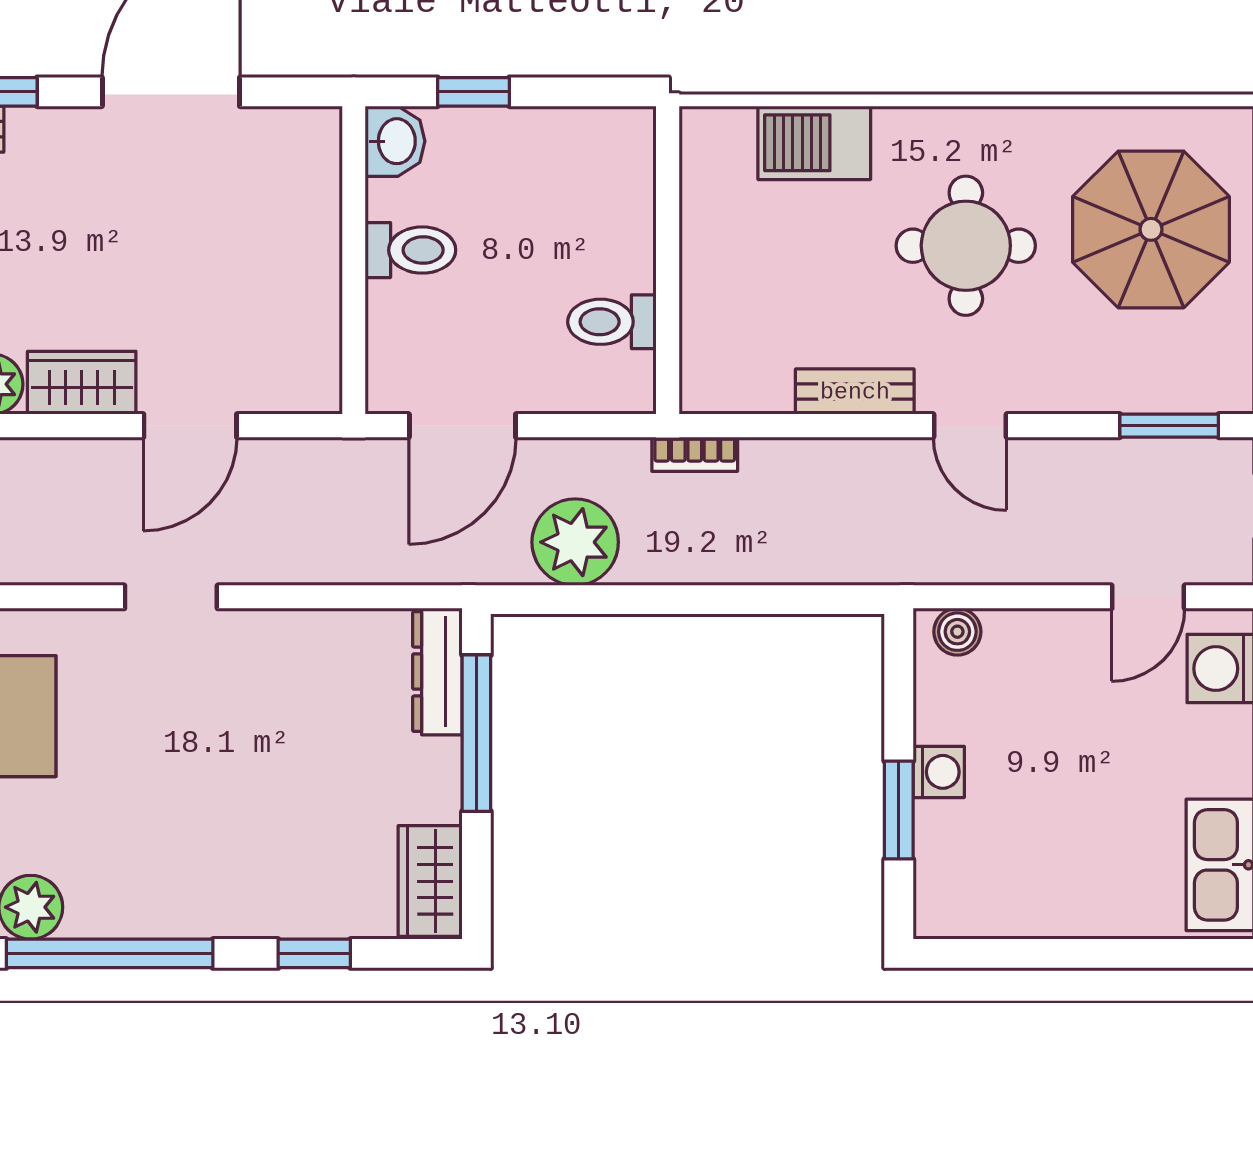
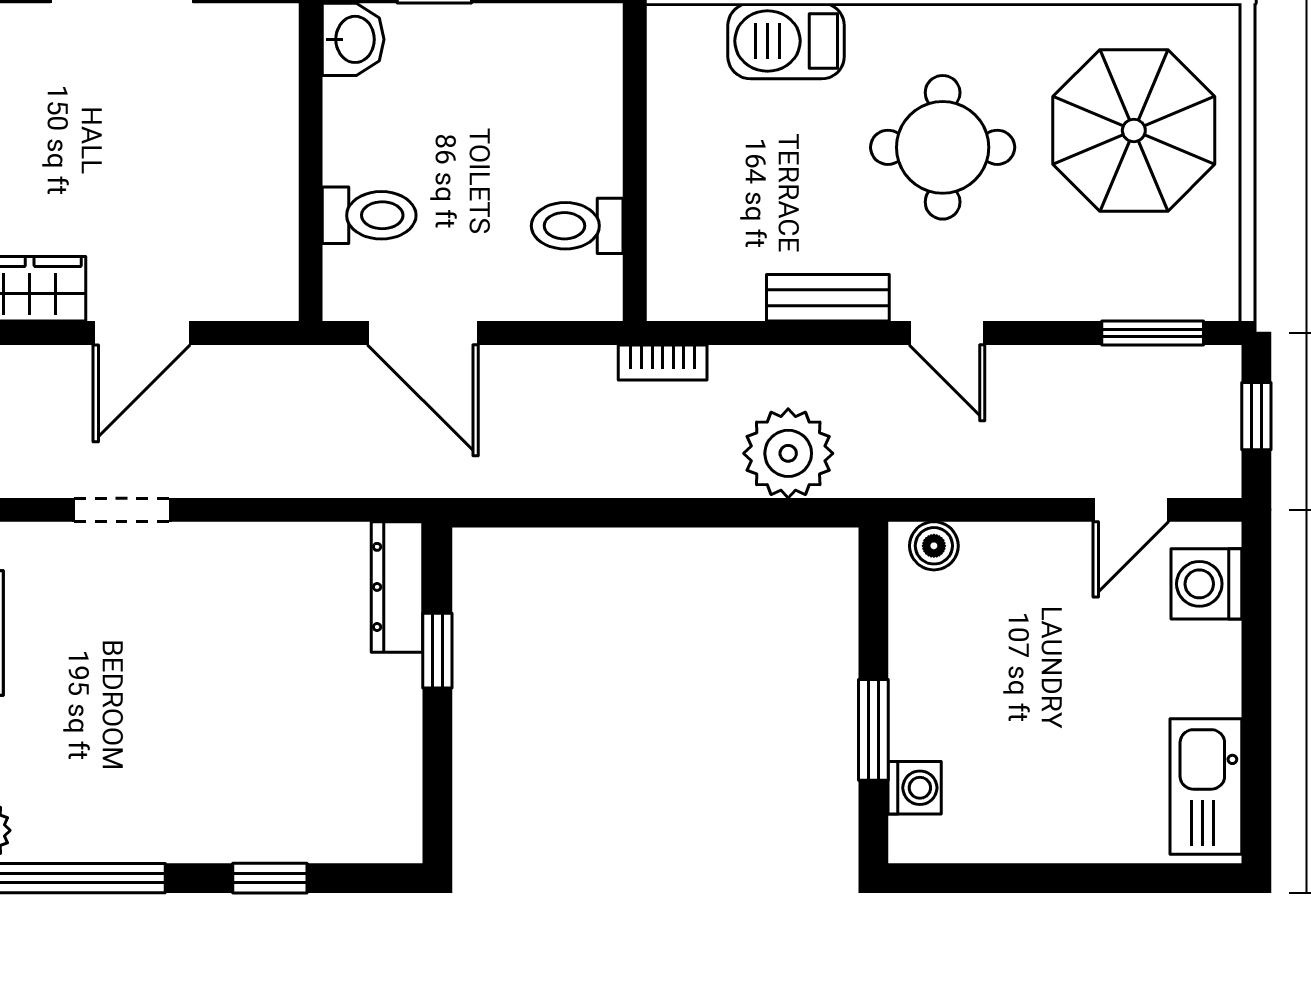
toilet: (410, 250) -> (369, 215), moved
door: (462, 426) -> (423, 333), hinge flipped
plant: (575, 542) -> (788, 453), moved
window: (476, 733) -> (437, 651), width x0.46
washing machine: (939, 772) -> (915, 788), moved
wardrobe: (430, 881) -> (389, 803), removed

